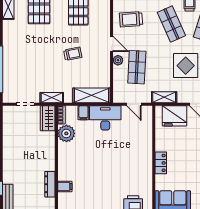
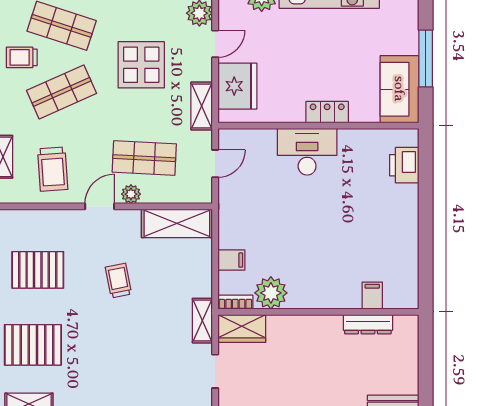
shelving: (92, 95) -> (177, 223), moved, turned 90
desk: (105, 118) -> (307, 152), moved, turned 90

